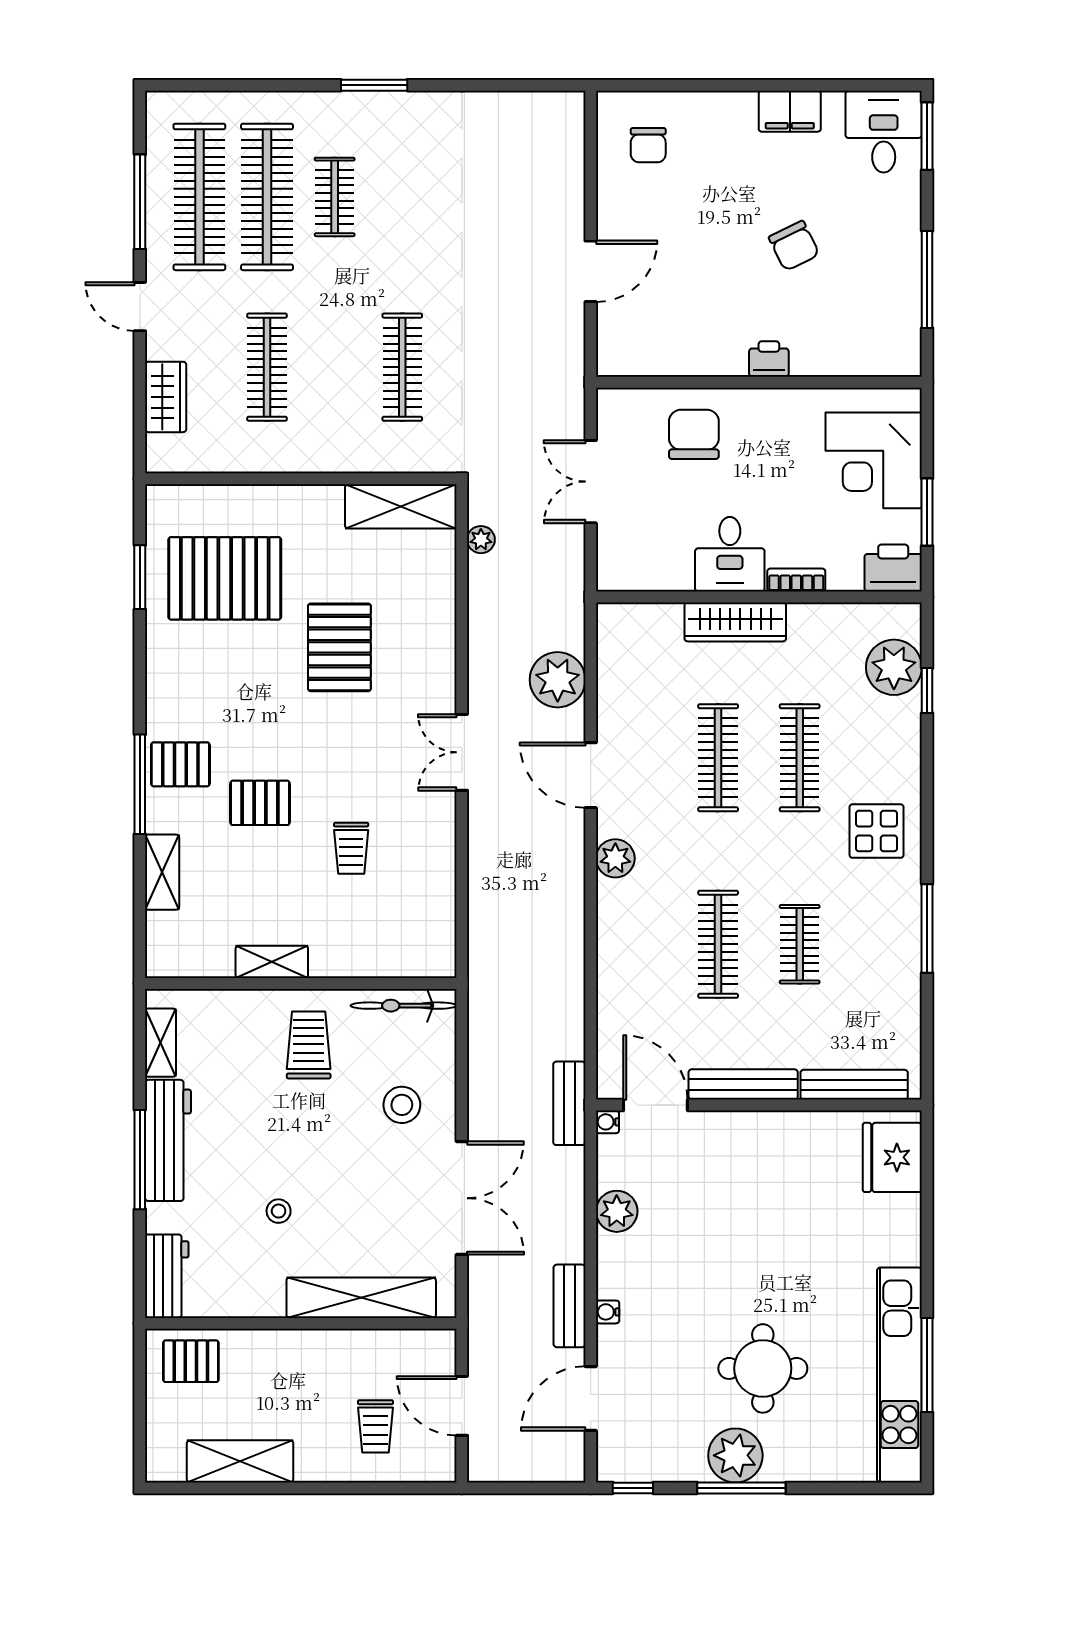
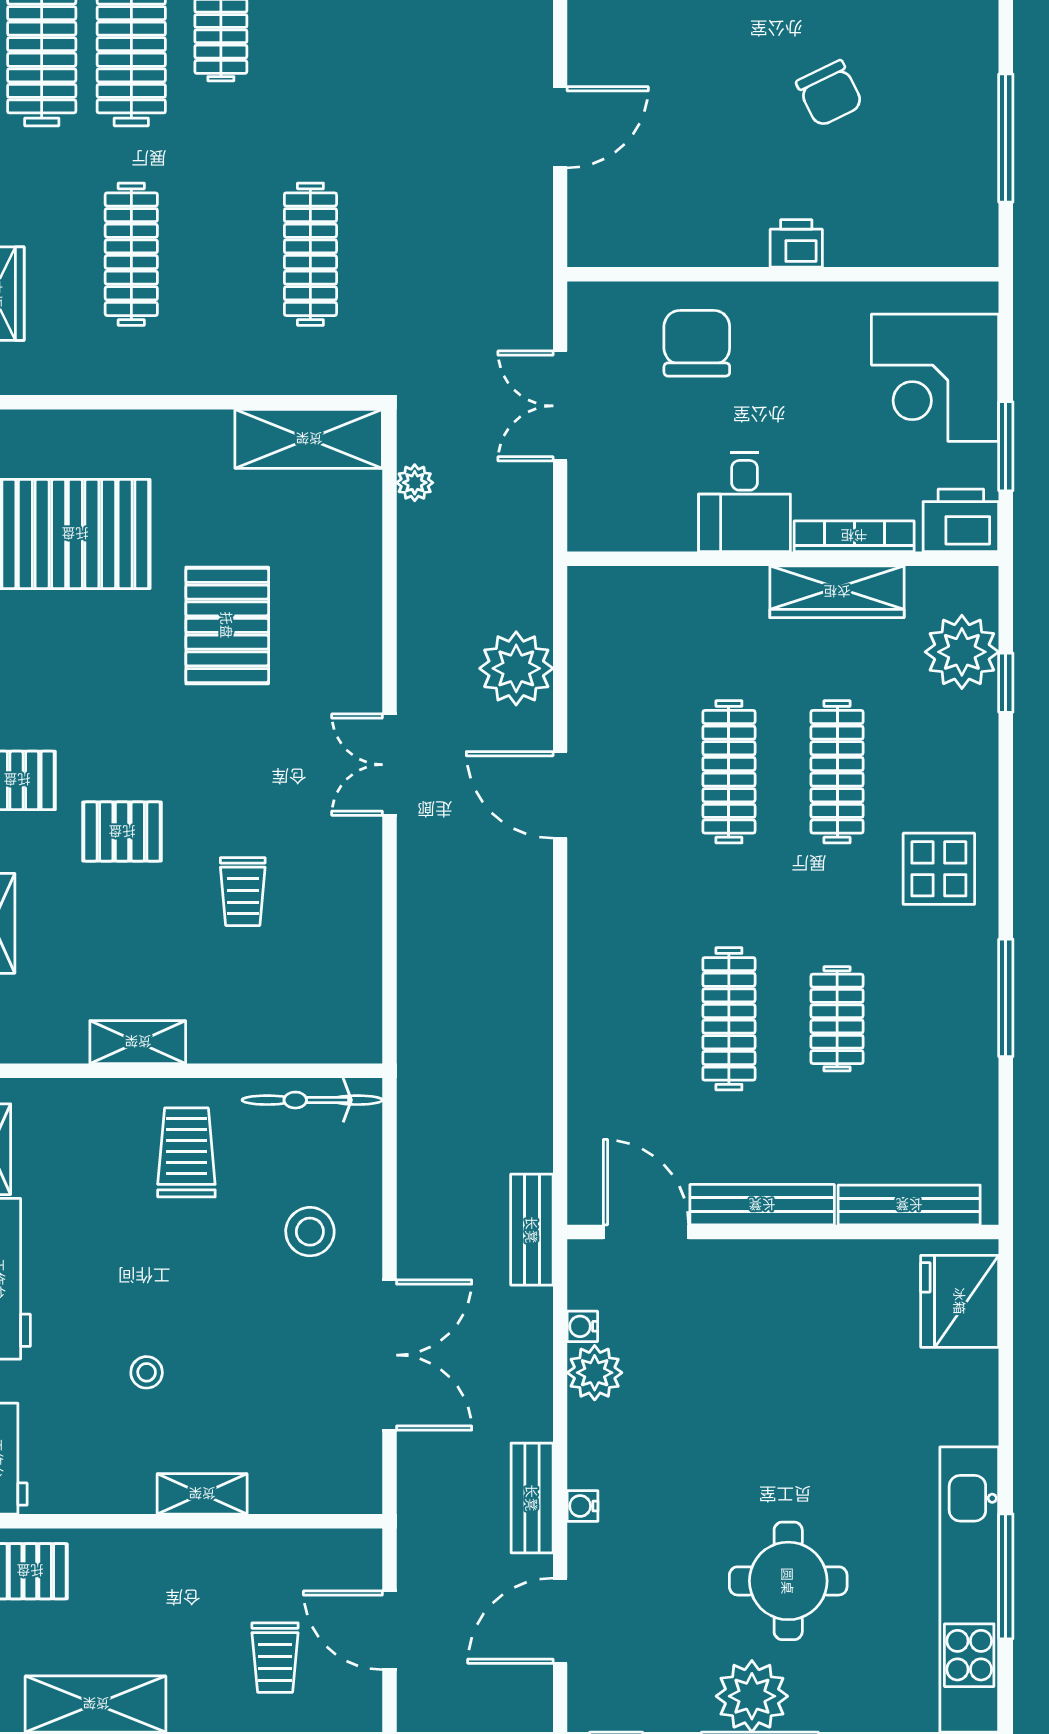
bookcase: (796, 580) -> (854, 536), width x1.56
wardrobe: (735, 622) -> (837, 592), moved
plant: (615, 858) -> (593, 905), removed
water cooler: (608, 1122) -> (582, 1326), moved
shelving: (361, 1298) -> (202, 1494), width x0.45, depth x0.75

